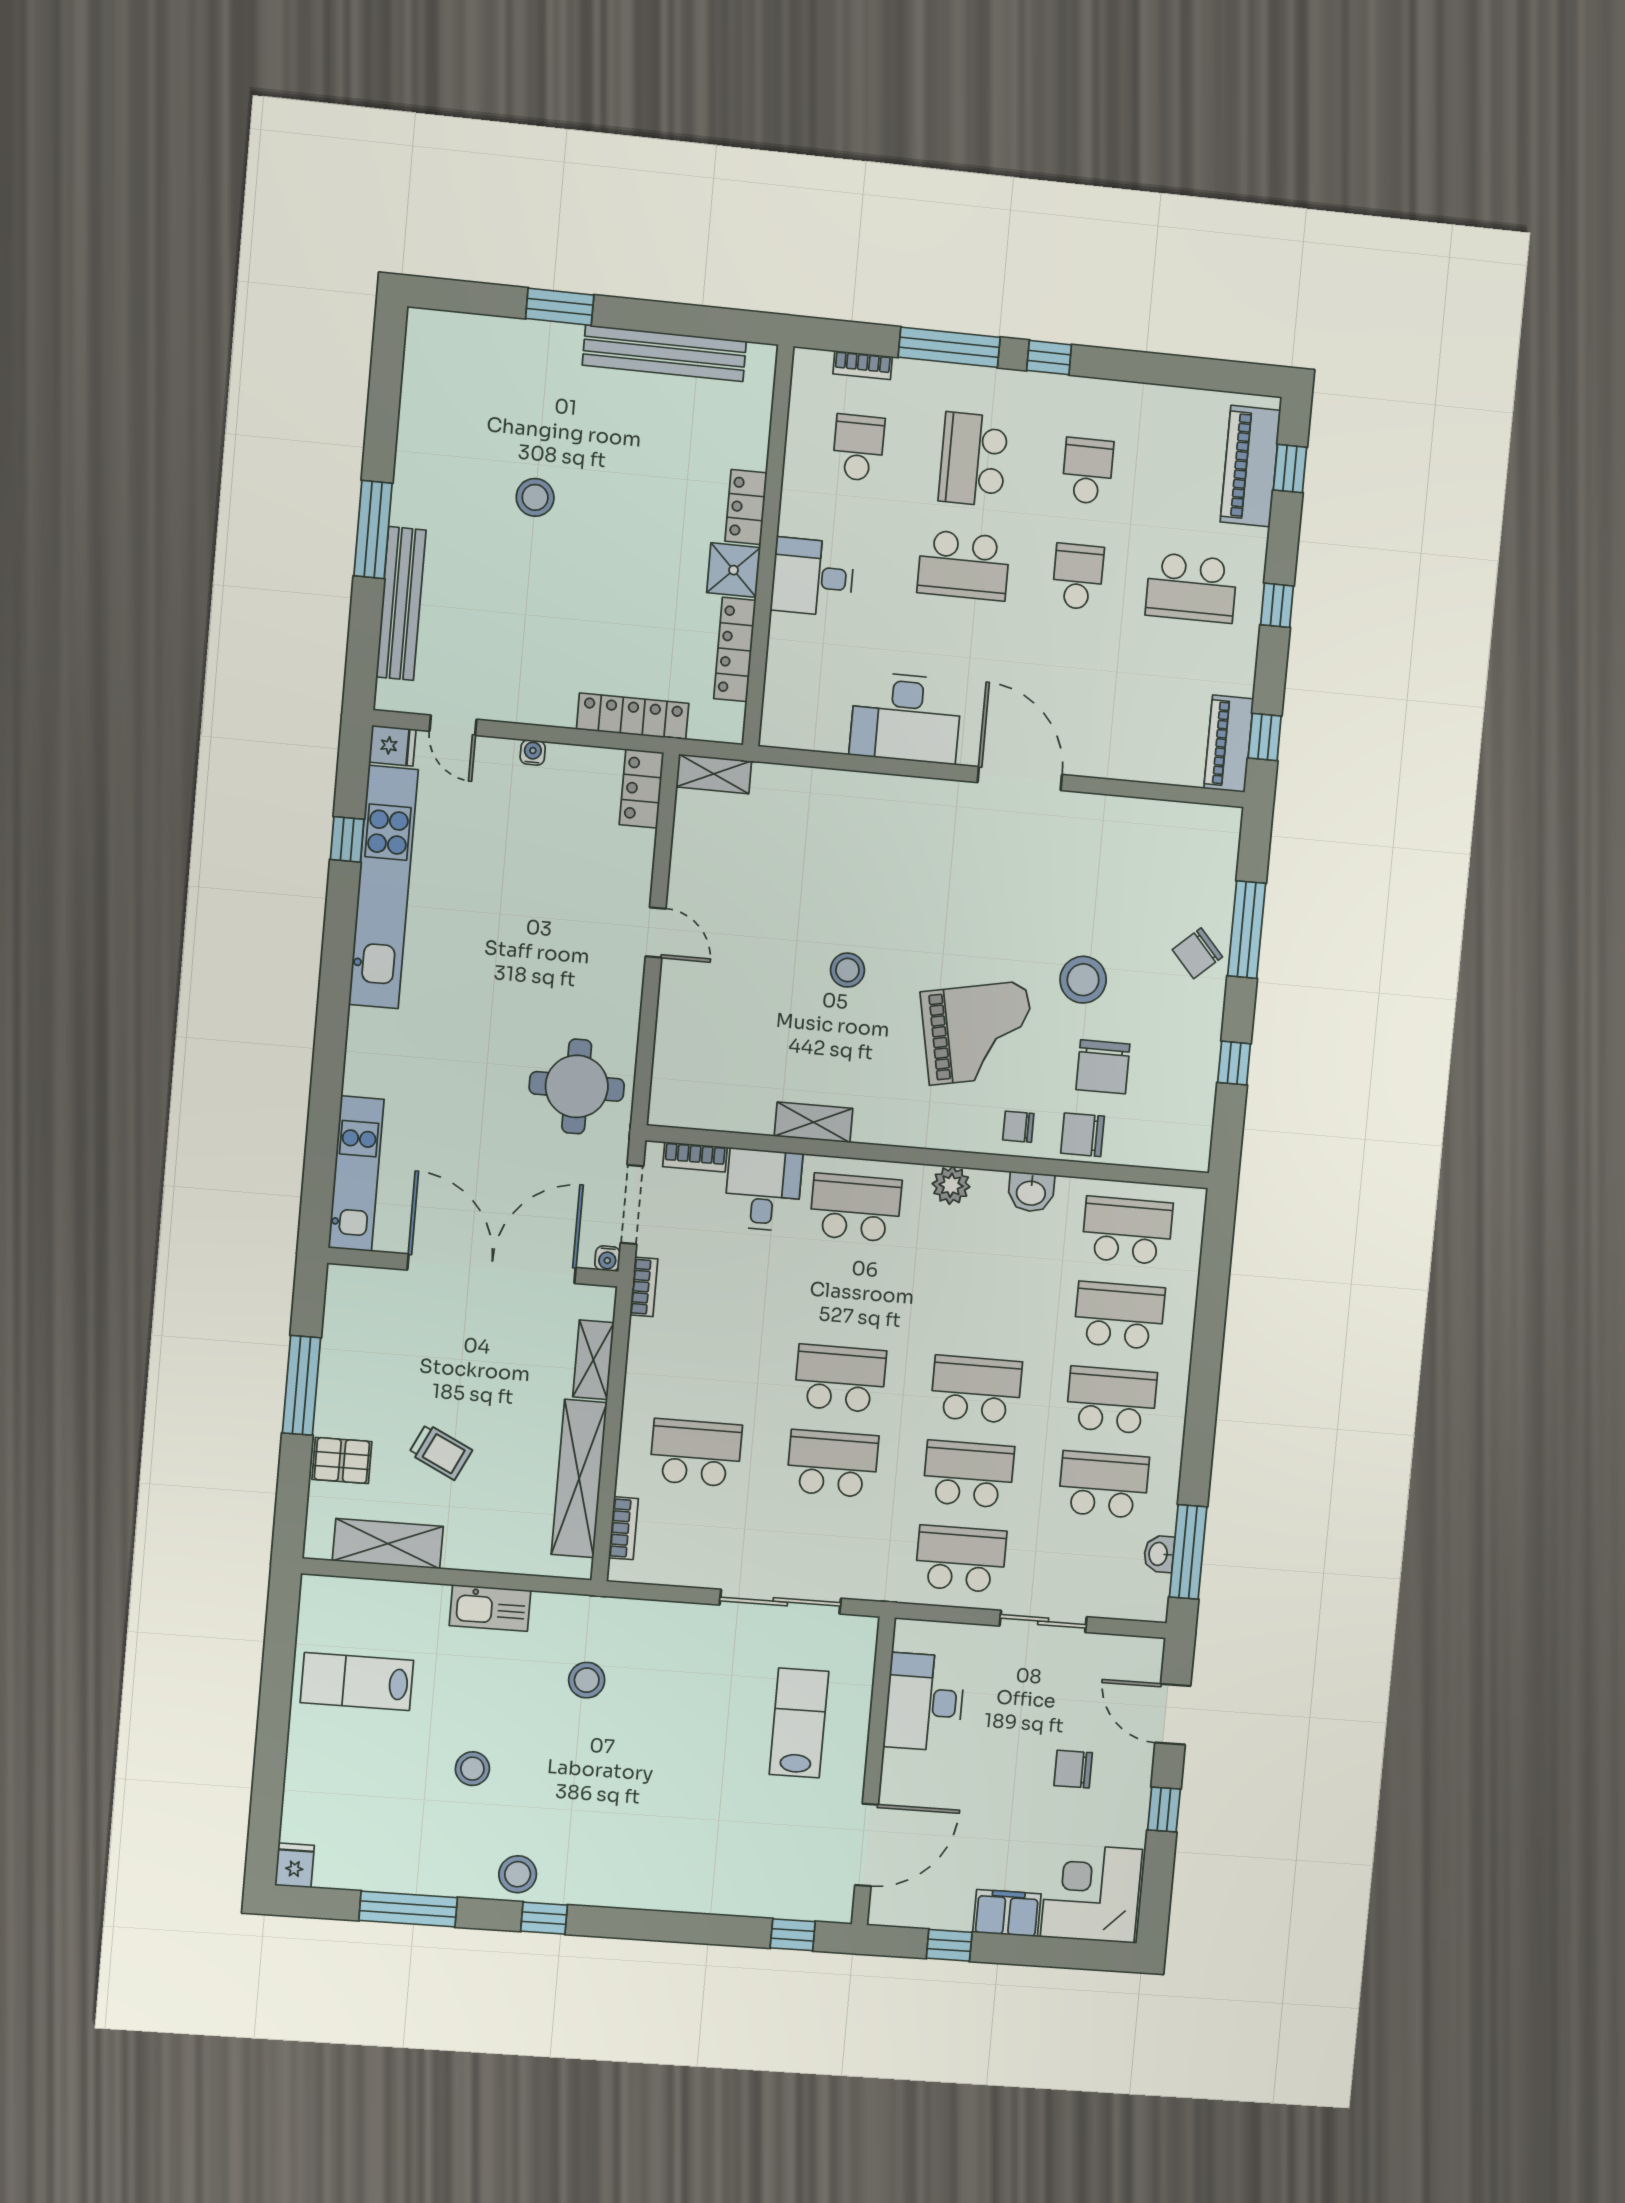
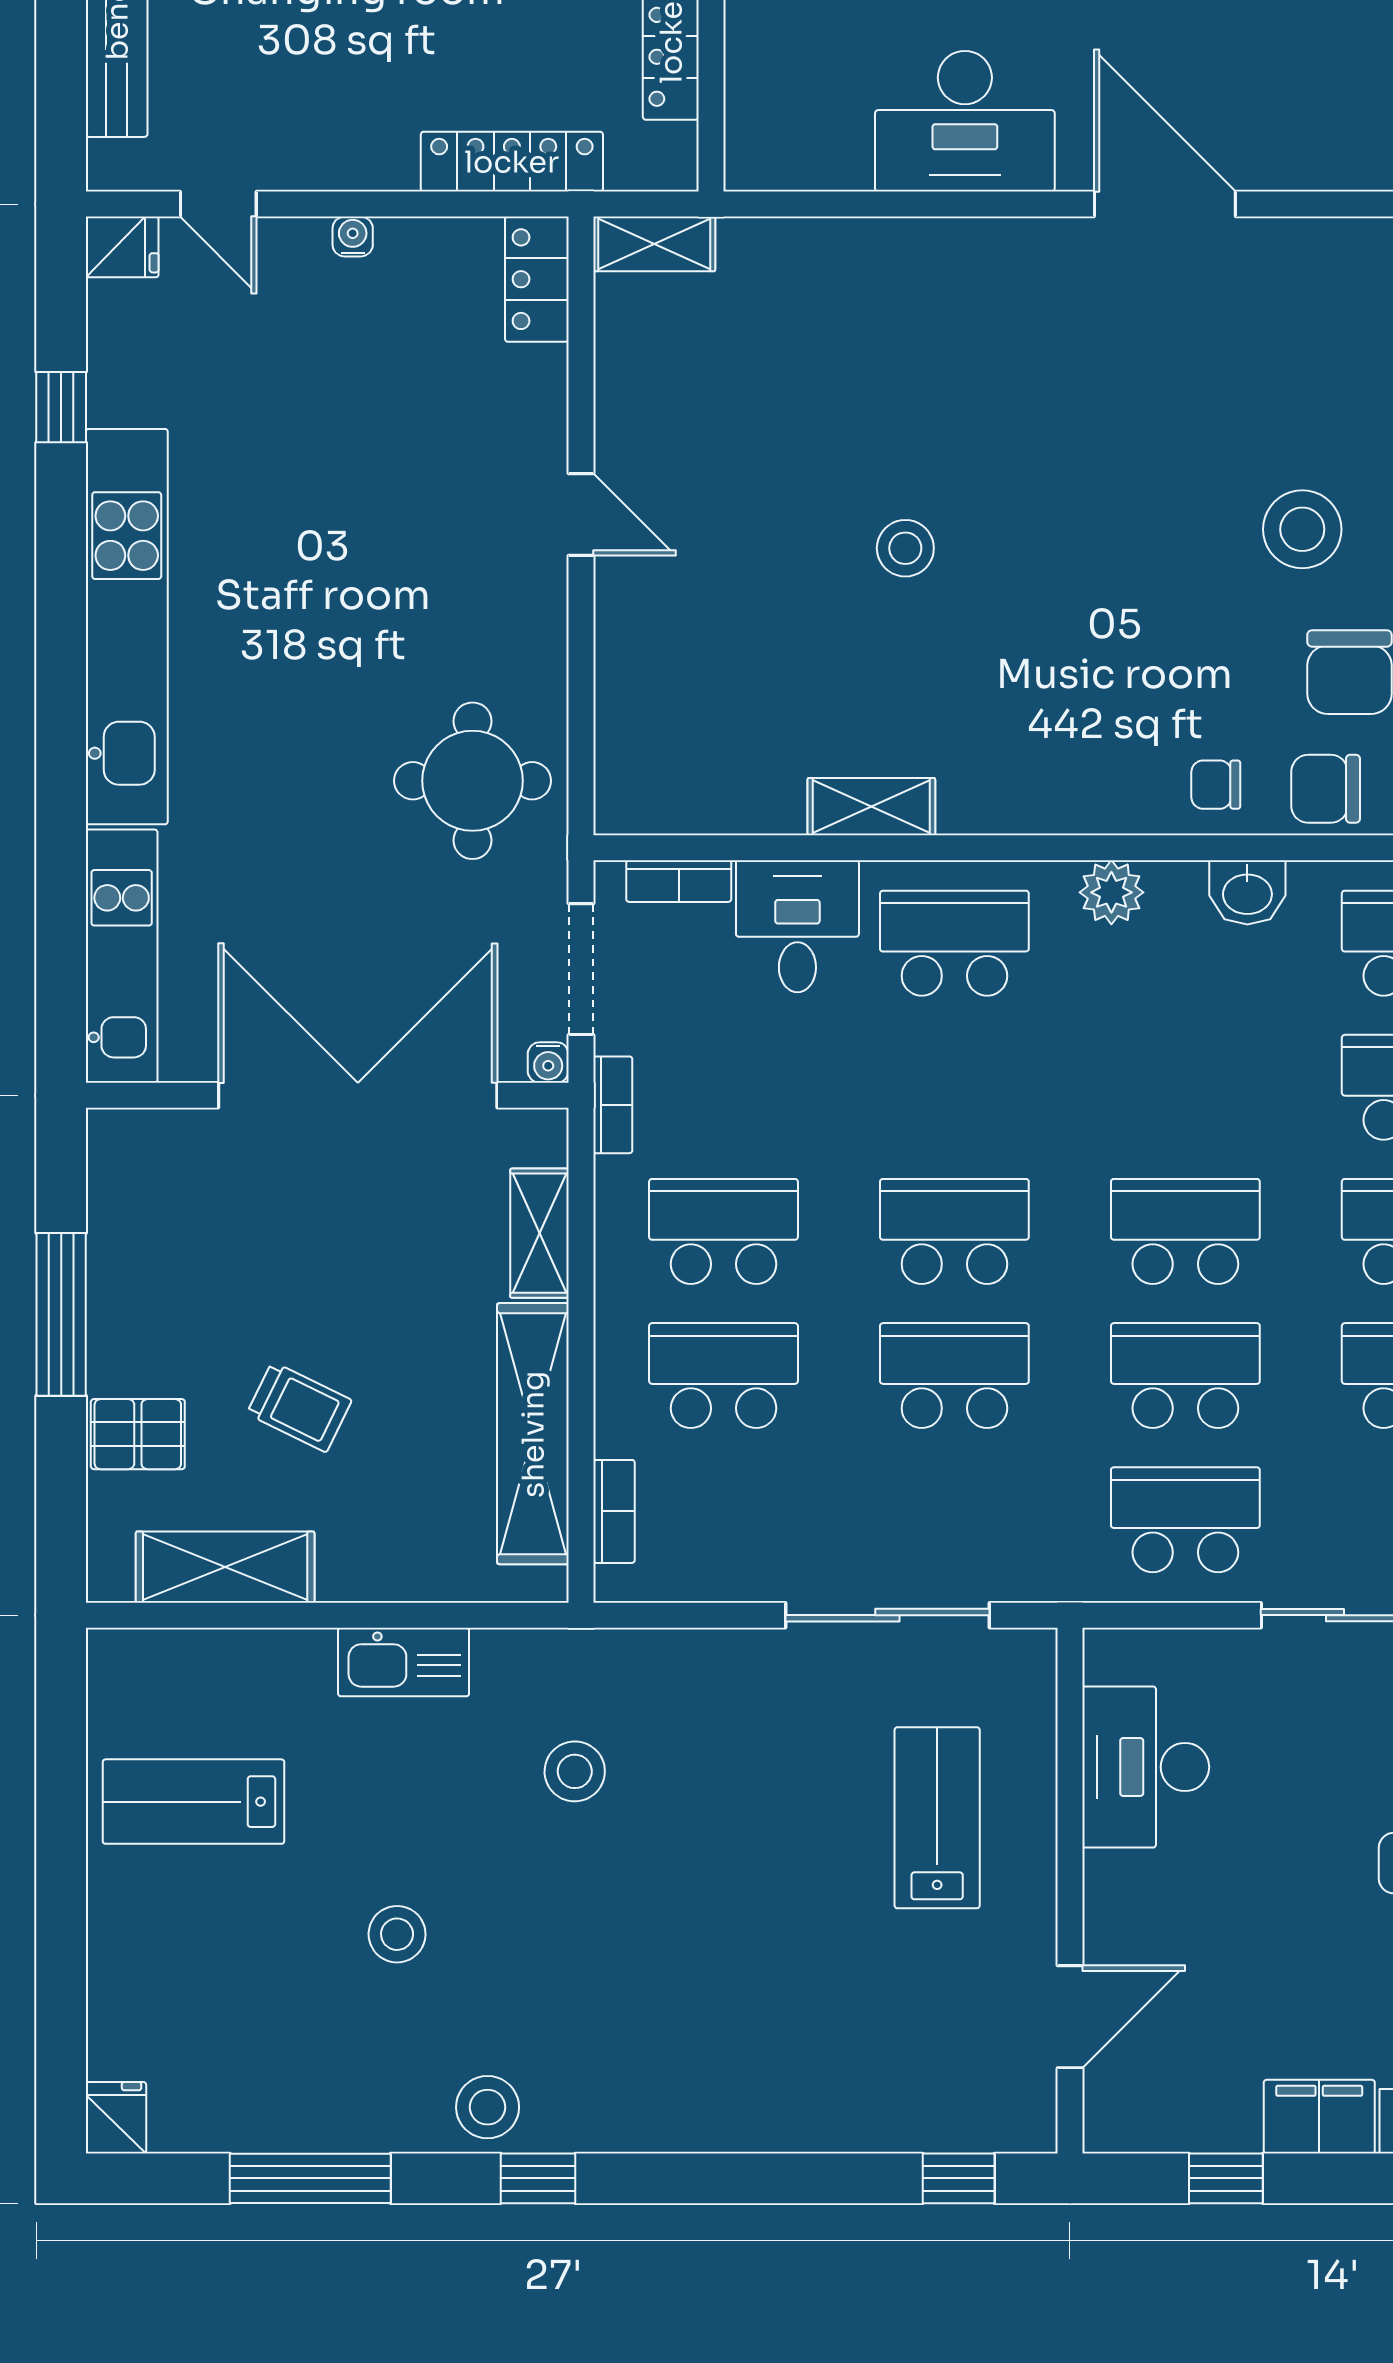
kitchen unit: (383, 887) -> (127, 627), moved
grand piano: (978, 1033) -> (1134, 634), removed
school desk: (703, 1367) -> (724, 1231), added
door: (867, 1845) -> (1070, 2017), width x0.73

